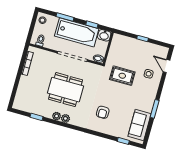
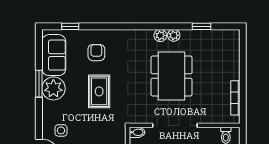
rug: (122, 76) -> (99, 91), moved, turned 90
dining table: (66, 90) -> (171, 76), turned 90
plant: (146, 103) -> (53, 88), added
armchair: (103, 112) -> (96, 53), moved

